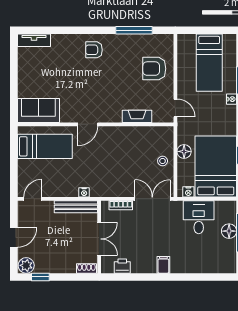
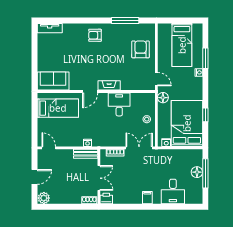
armchair: (154, 69) -> (141, 49), turned 90
fireplace: (137, 116) -> (109, 85), moved
desk: (126, 141) -> (119, 104), added
floor lamp: (184, 151) -> (163, 98), moved
door: (33, 199) -> (49, 148), hinge flipped
bench: (76, 207) -> (86, 154), width x0.73
desk: (199, 217) -> (173, 192), moved, turned 180
printer: (122, 266) -> (106, 199), moved
window: (40, 277) -> (54, 207), removed

